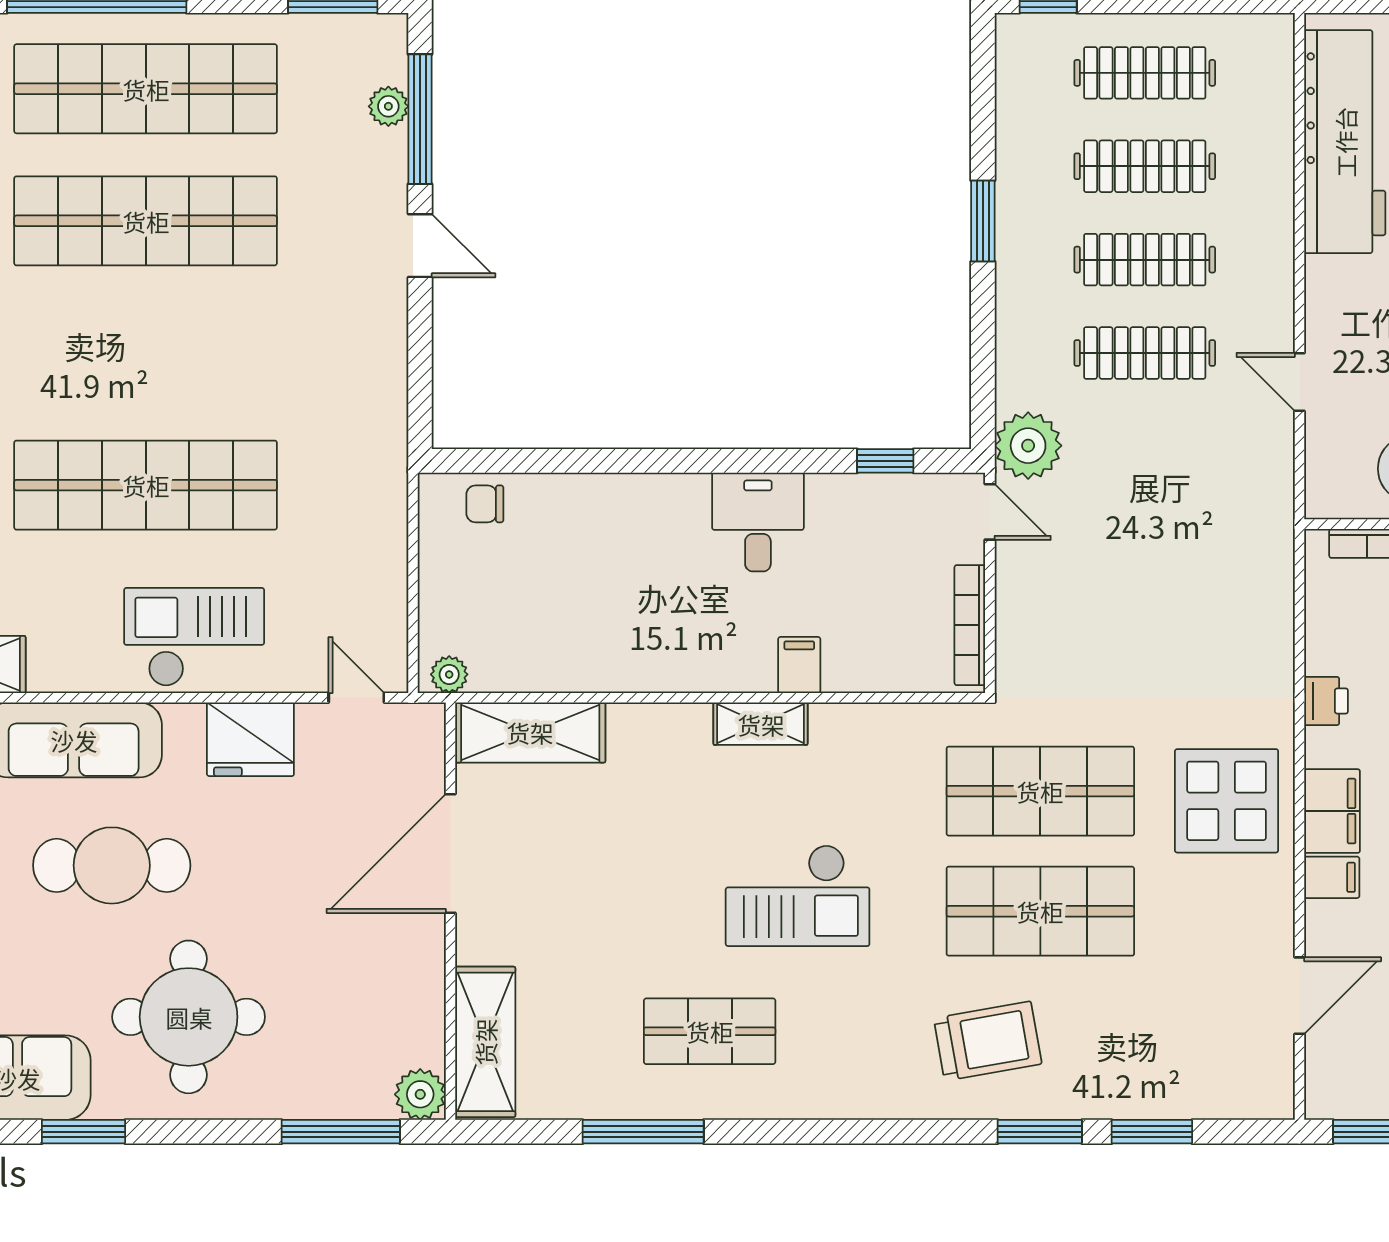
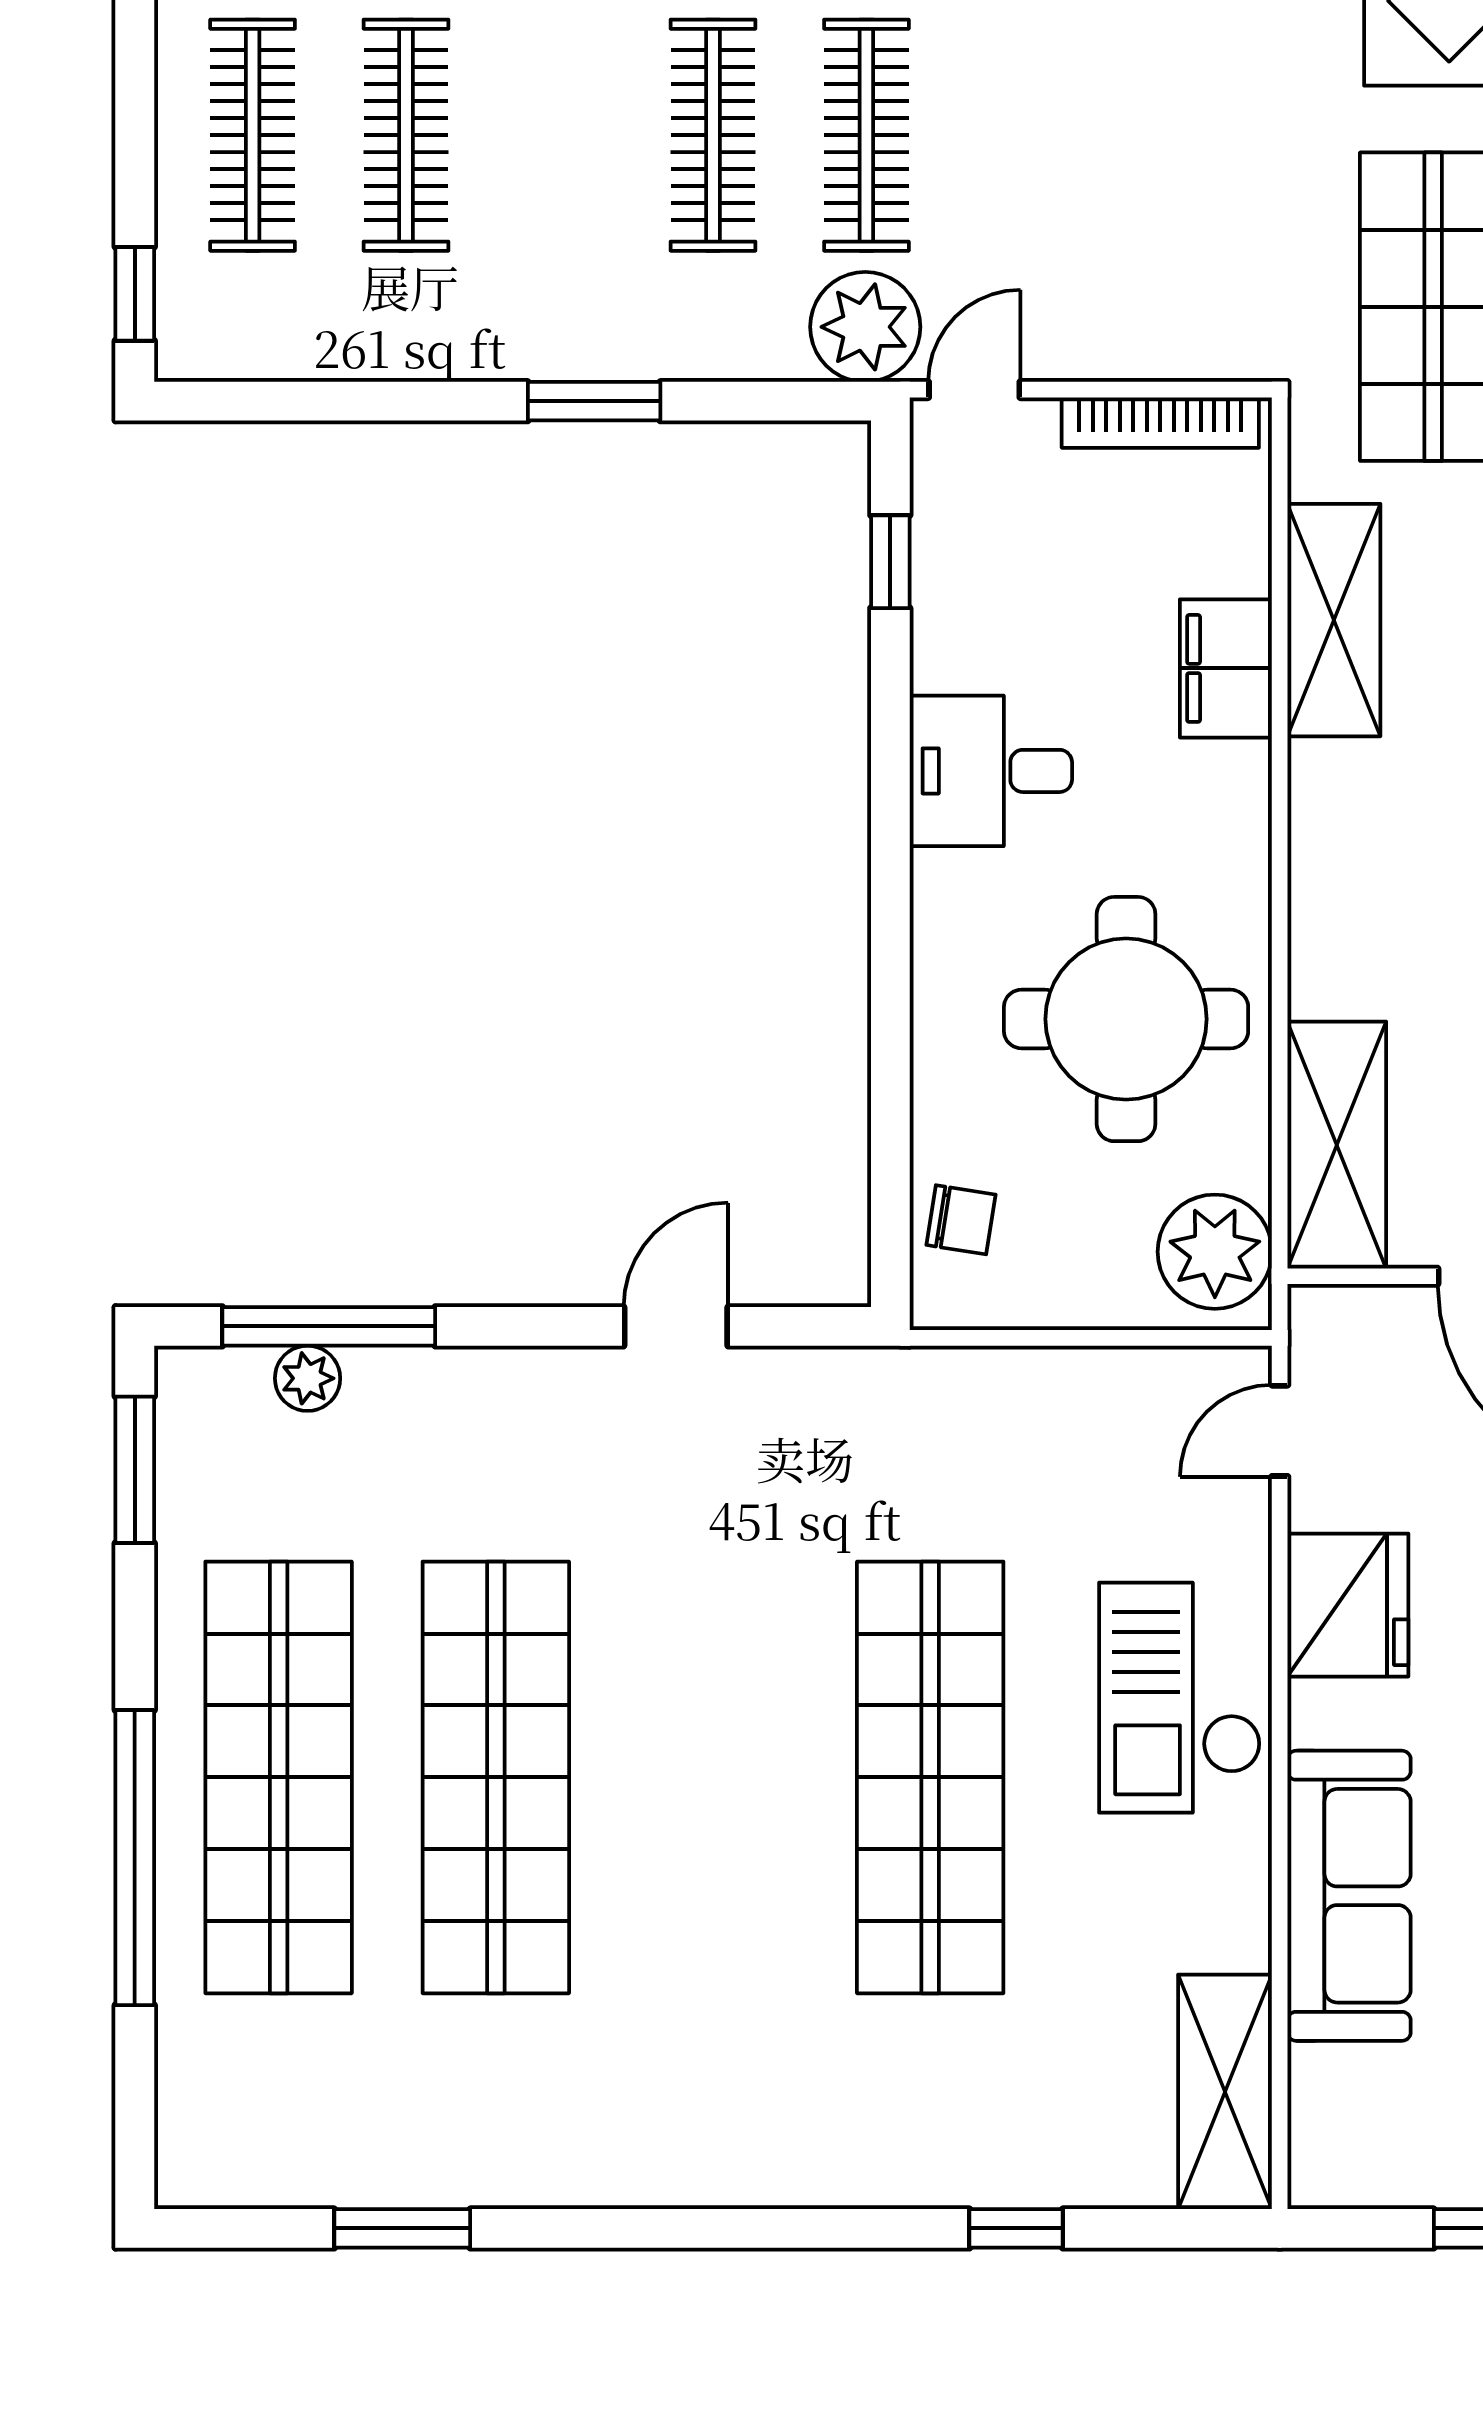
window: (983, 221) -> (594, 401), moved
door: (420, 246) -> (676, 1326), moved
clothes rail: (1145, 260) -> (866, 135), moved
chair: (485, 504) -> (961, 1220), turned -81
round table: (607, 604) -> (1126, 1019), added
filing cabinet: (799, 665) -> (1226, 668), width x2.00
plant: (449, 674) -> (1215, 1252), width x1.88, depth x1.88
shelving: (761, 724) -> (1334, 620), moved, width x1.50, depth x1.33

